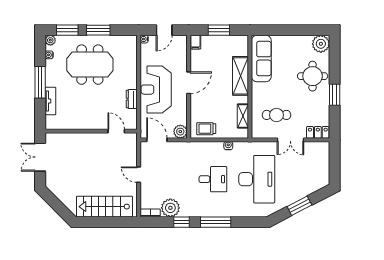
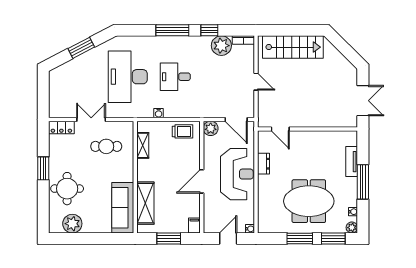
plant: (321, 44) -> (72, 224), moved
shelving: (241, 76) -> (145, 203), moved

